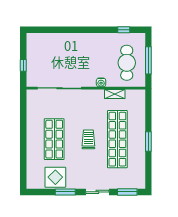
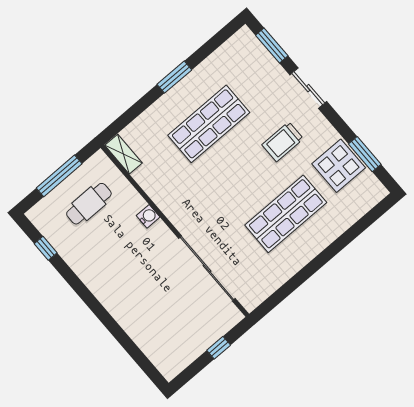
cafe table: (127, 63) -> (89, 204), width x0.73, depth x0.74
shelving: (115, 94) -> (123, 154), moved
trolley: (88, 139) -> (283, 142), moved
shop shelf: (117, 139) -> (209, 124), width x0.71
window: (65, 192) -> (365, 154), moved

